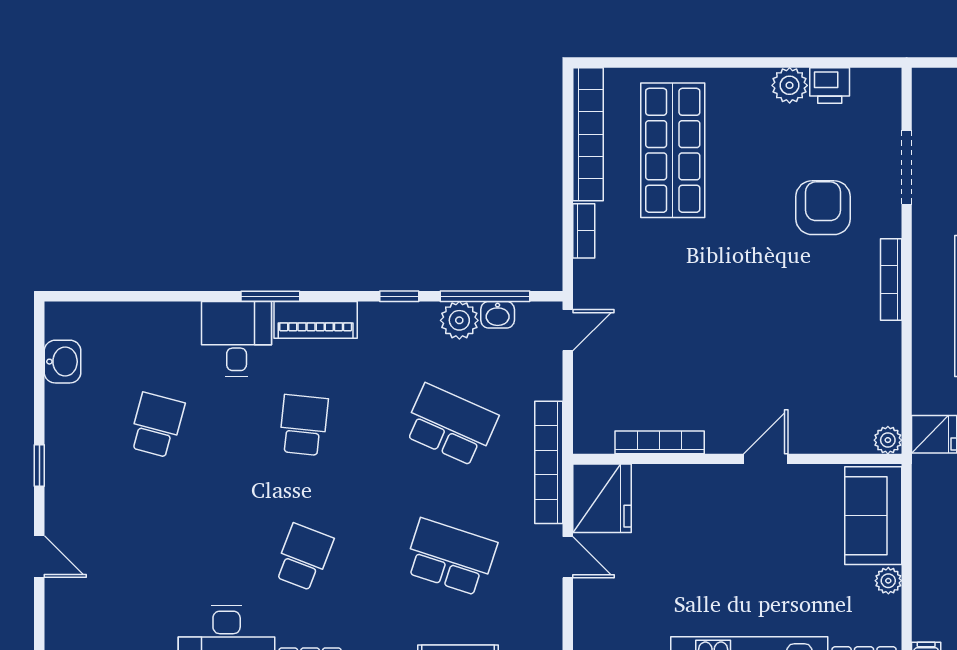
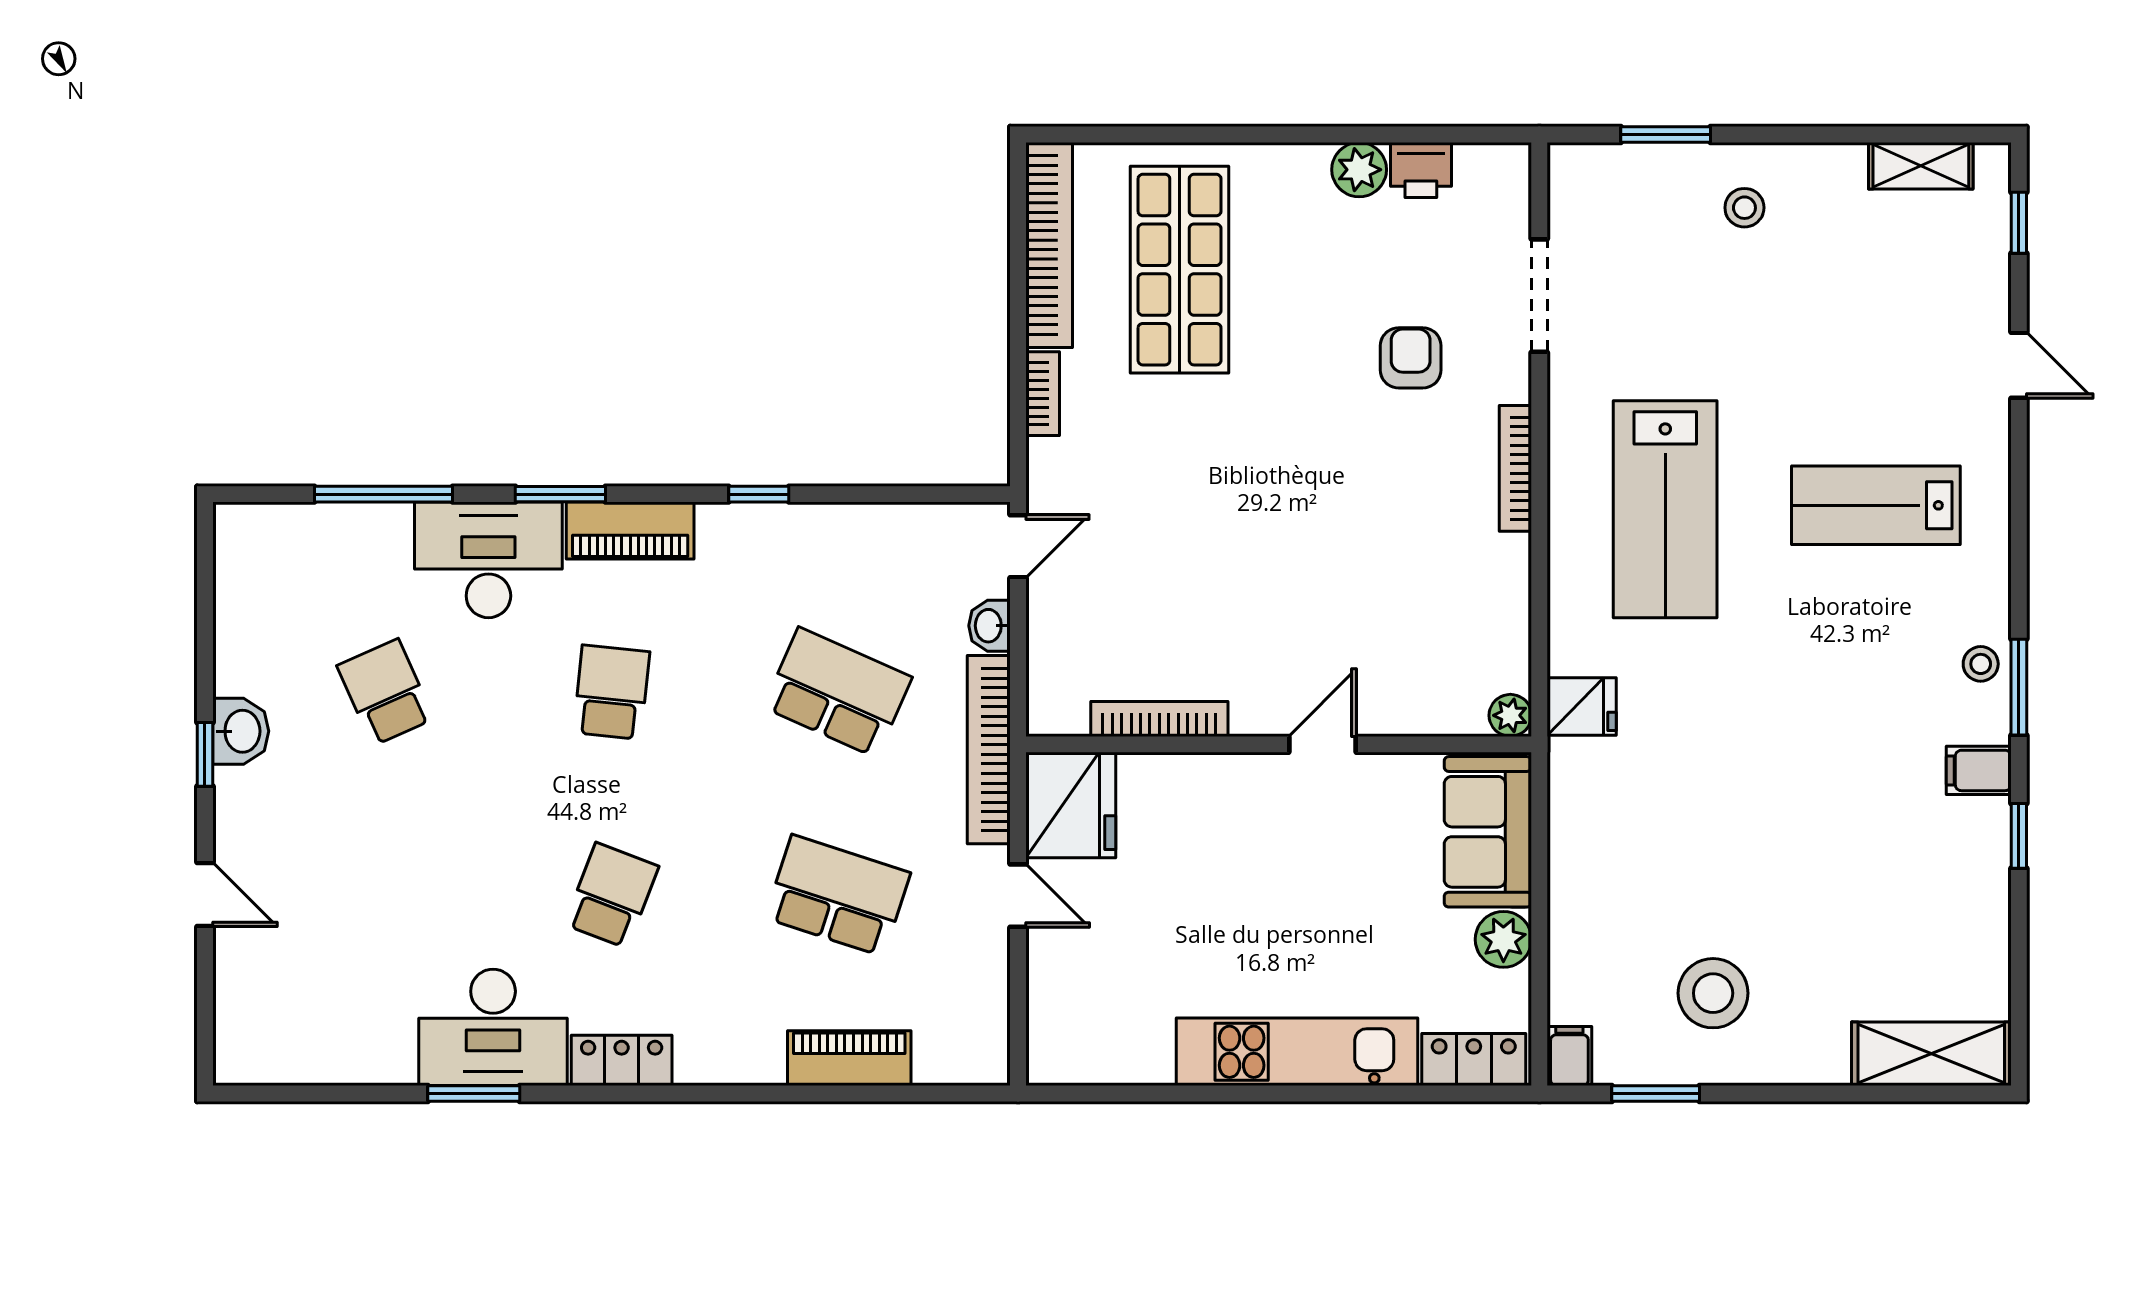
armchair: (823, 208) -> (1411, 358), width x0.72, depth x0.72
window: (485, 296) -> (384, 494), moved
washbasin: (498, 315) -> (990, 626), moved, turned 90
plant: (459, 320) -> (851, 531), removed
desk: (237, 339) -> (488, 560), width x1.37
washbasin: (63, 362) -> (241, 731), moved
school desk: (157, 425) -> (385, 692), turned -39
plant: (888, 581) -> (1503, 939), width x1.38, depth x1.38

